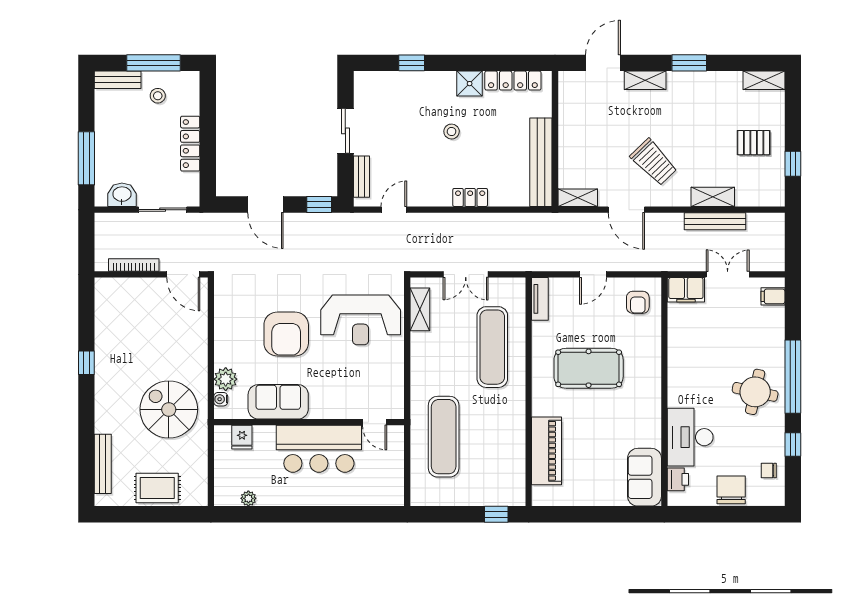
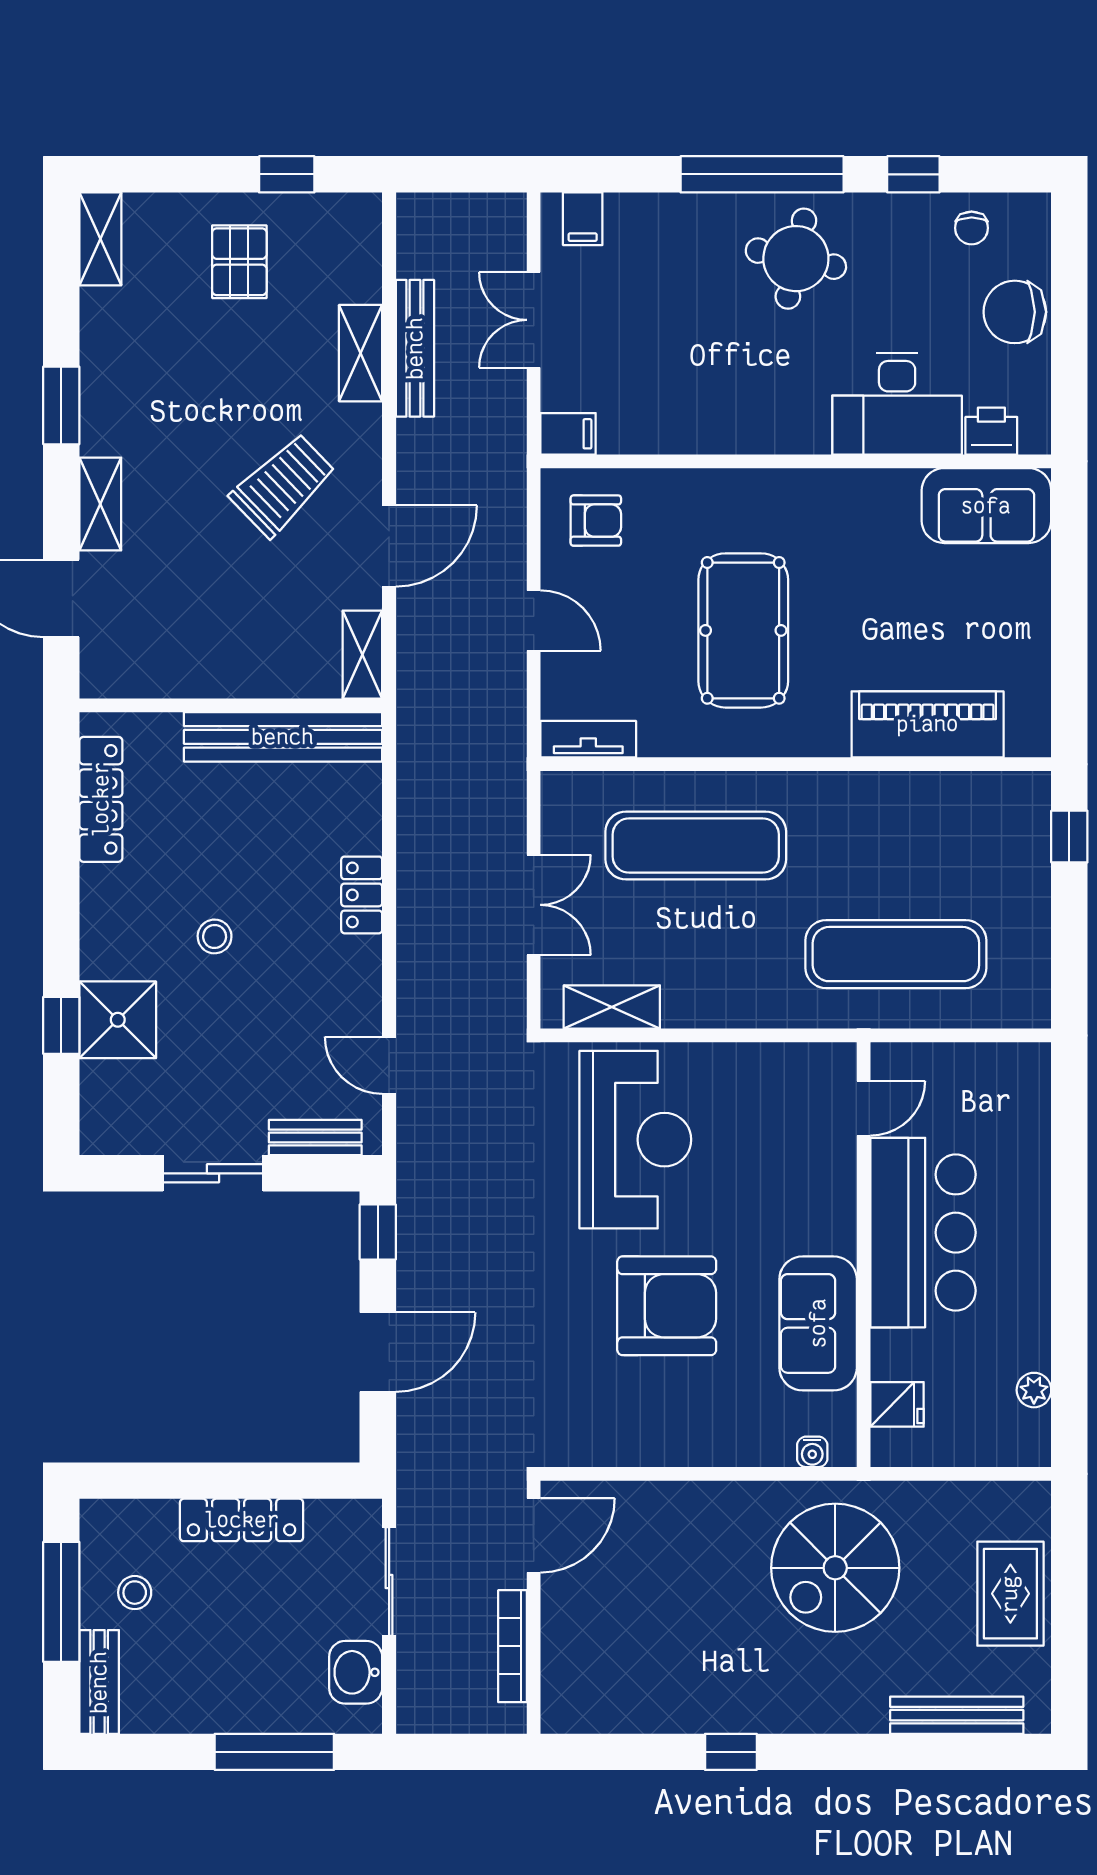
shower: (470, 84) -> (118, 1020), moved, width x1.36, depth x1.36
filing cabinet: (686, 290) -> (568, 434), width x0.50
plant: (226, 379) -> (767, 1441), removed

